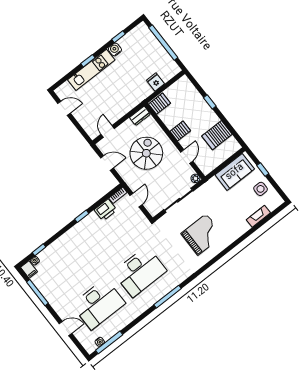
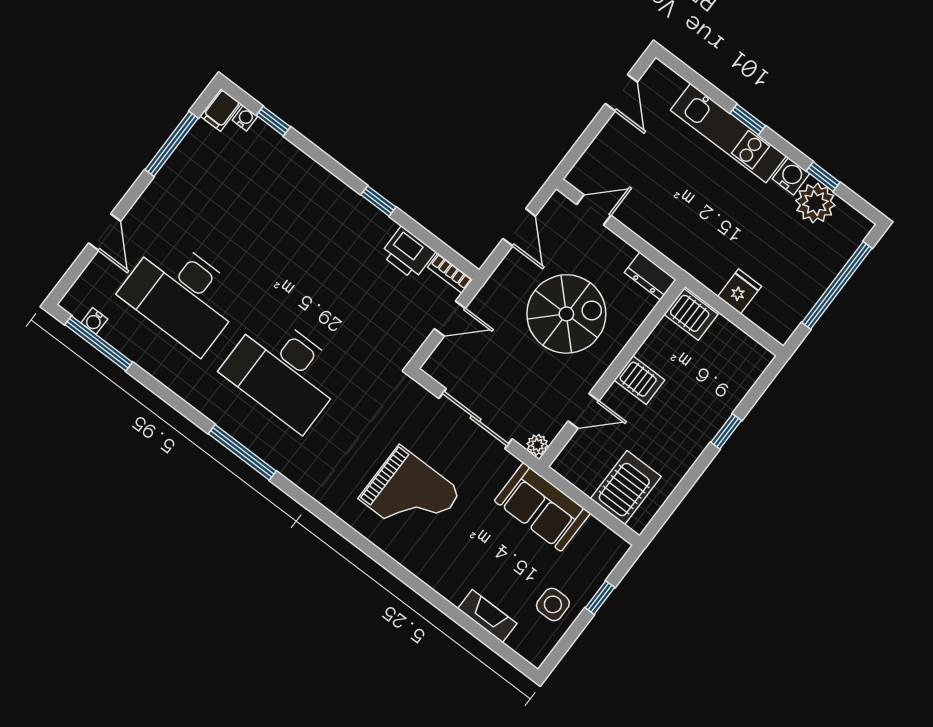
plant: (128, 42) -> (815, 203), added
server rack: (217, 135) -> (626, 488), moved, turned 90
sofa: (235, 172) -> (542, 507), moved

